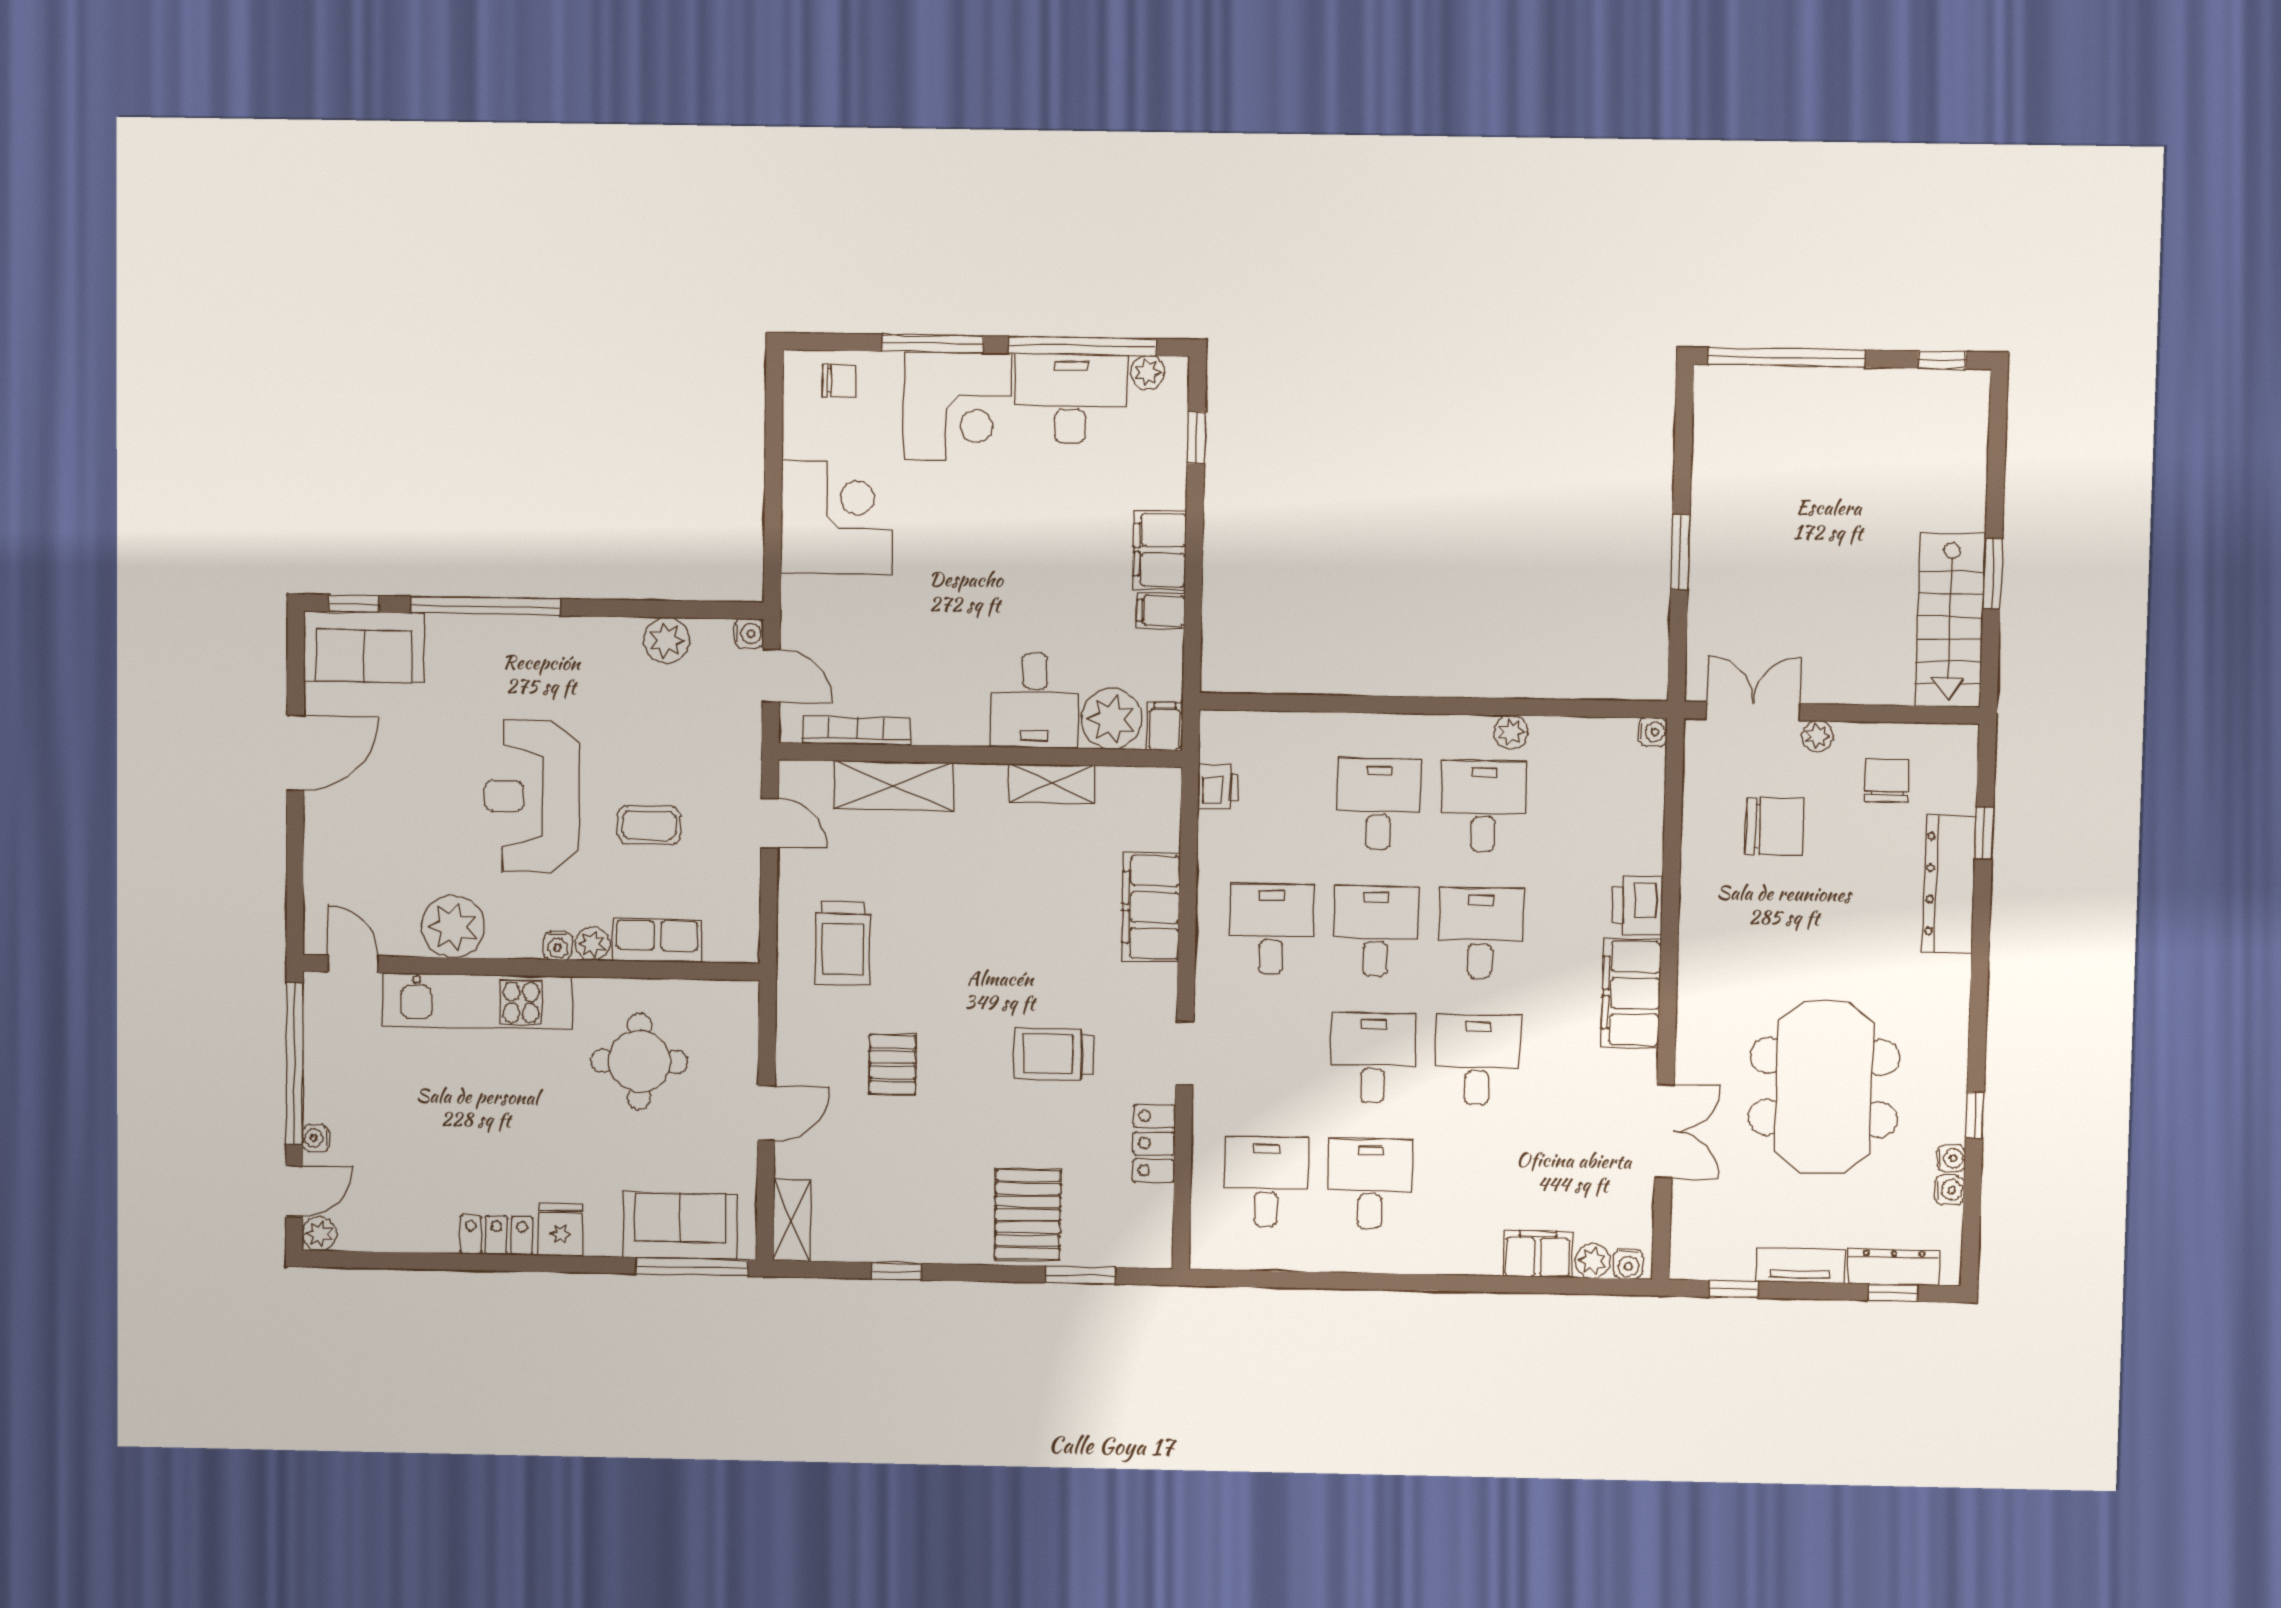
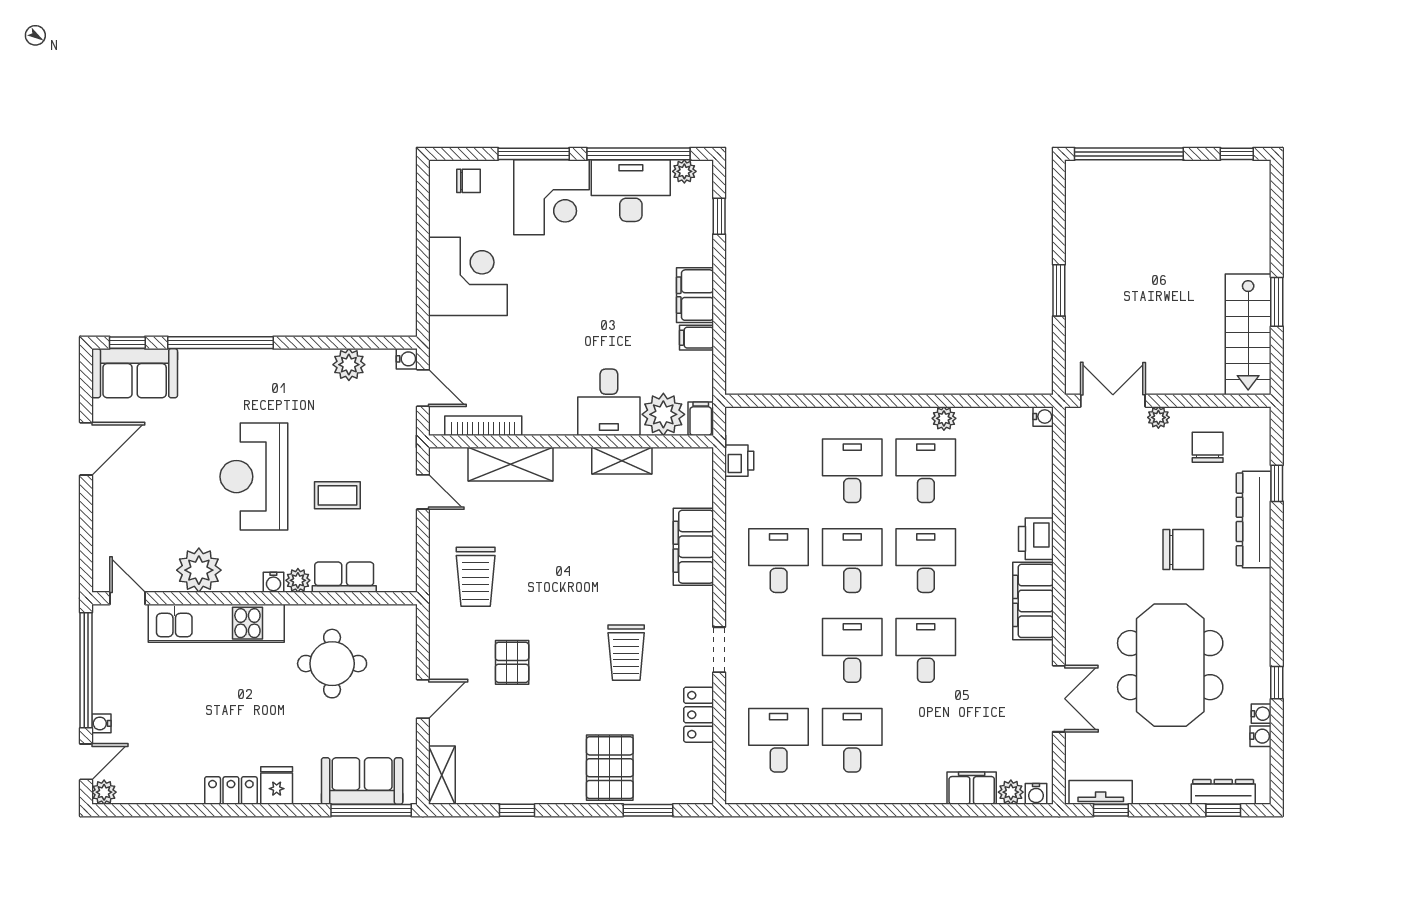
chair: (1775, 826) -> (1183, 550), moved
trolley: (1053, 1054) -> (626, 653), turned -90
tv unit: (1800, 1266) -> (1101, 792), moved

